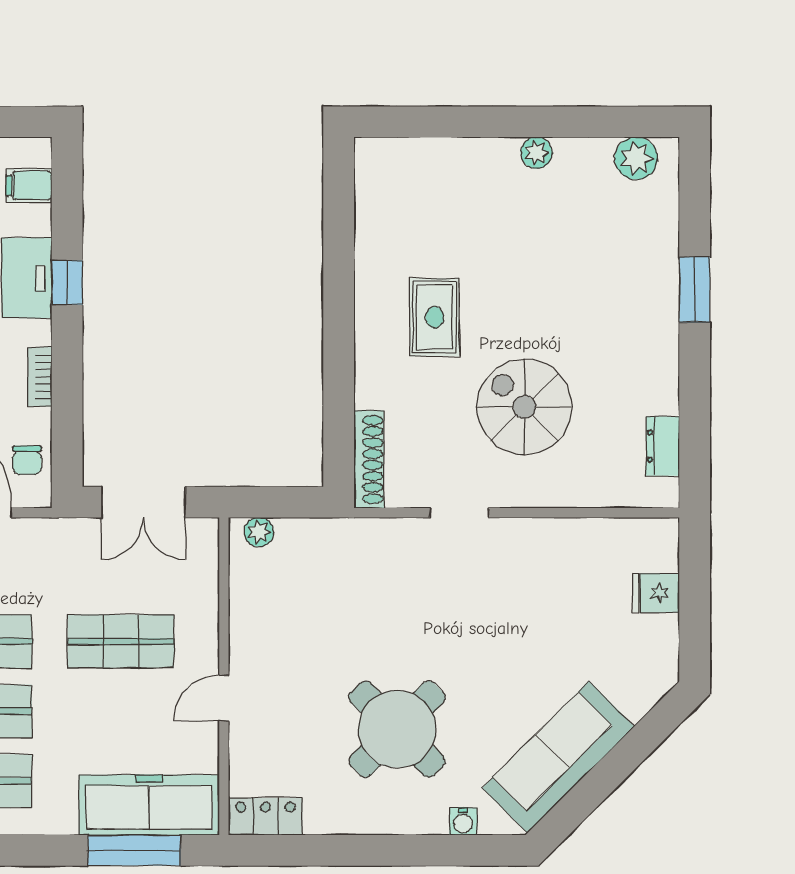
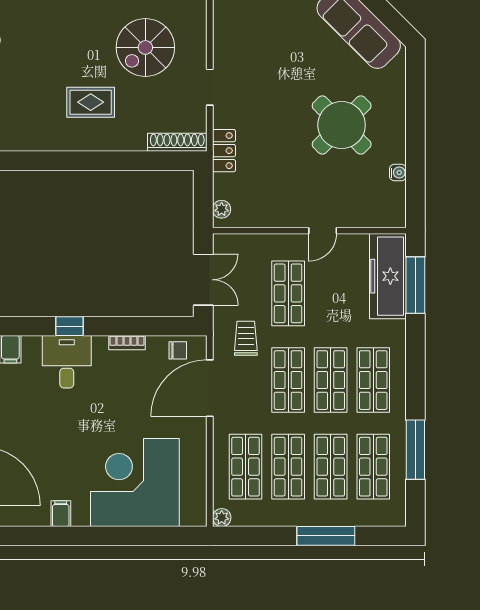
trolley: (47, 572) -> (246, 338), added
door: (224, 698) -> (323, 231), hinge flipped
locker: (265, 816) -> (224, 151), moved, turned 180
water cooler: (463, 821) -> (398, 173), moved

